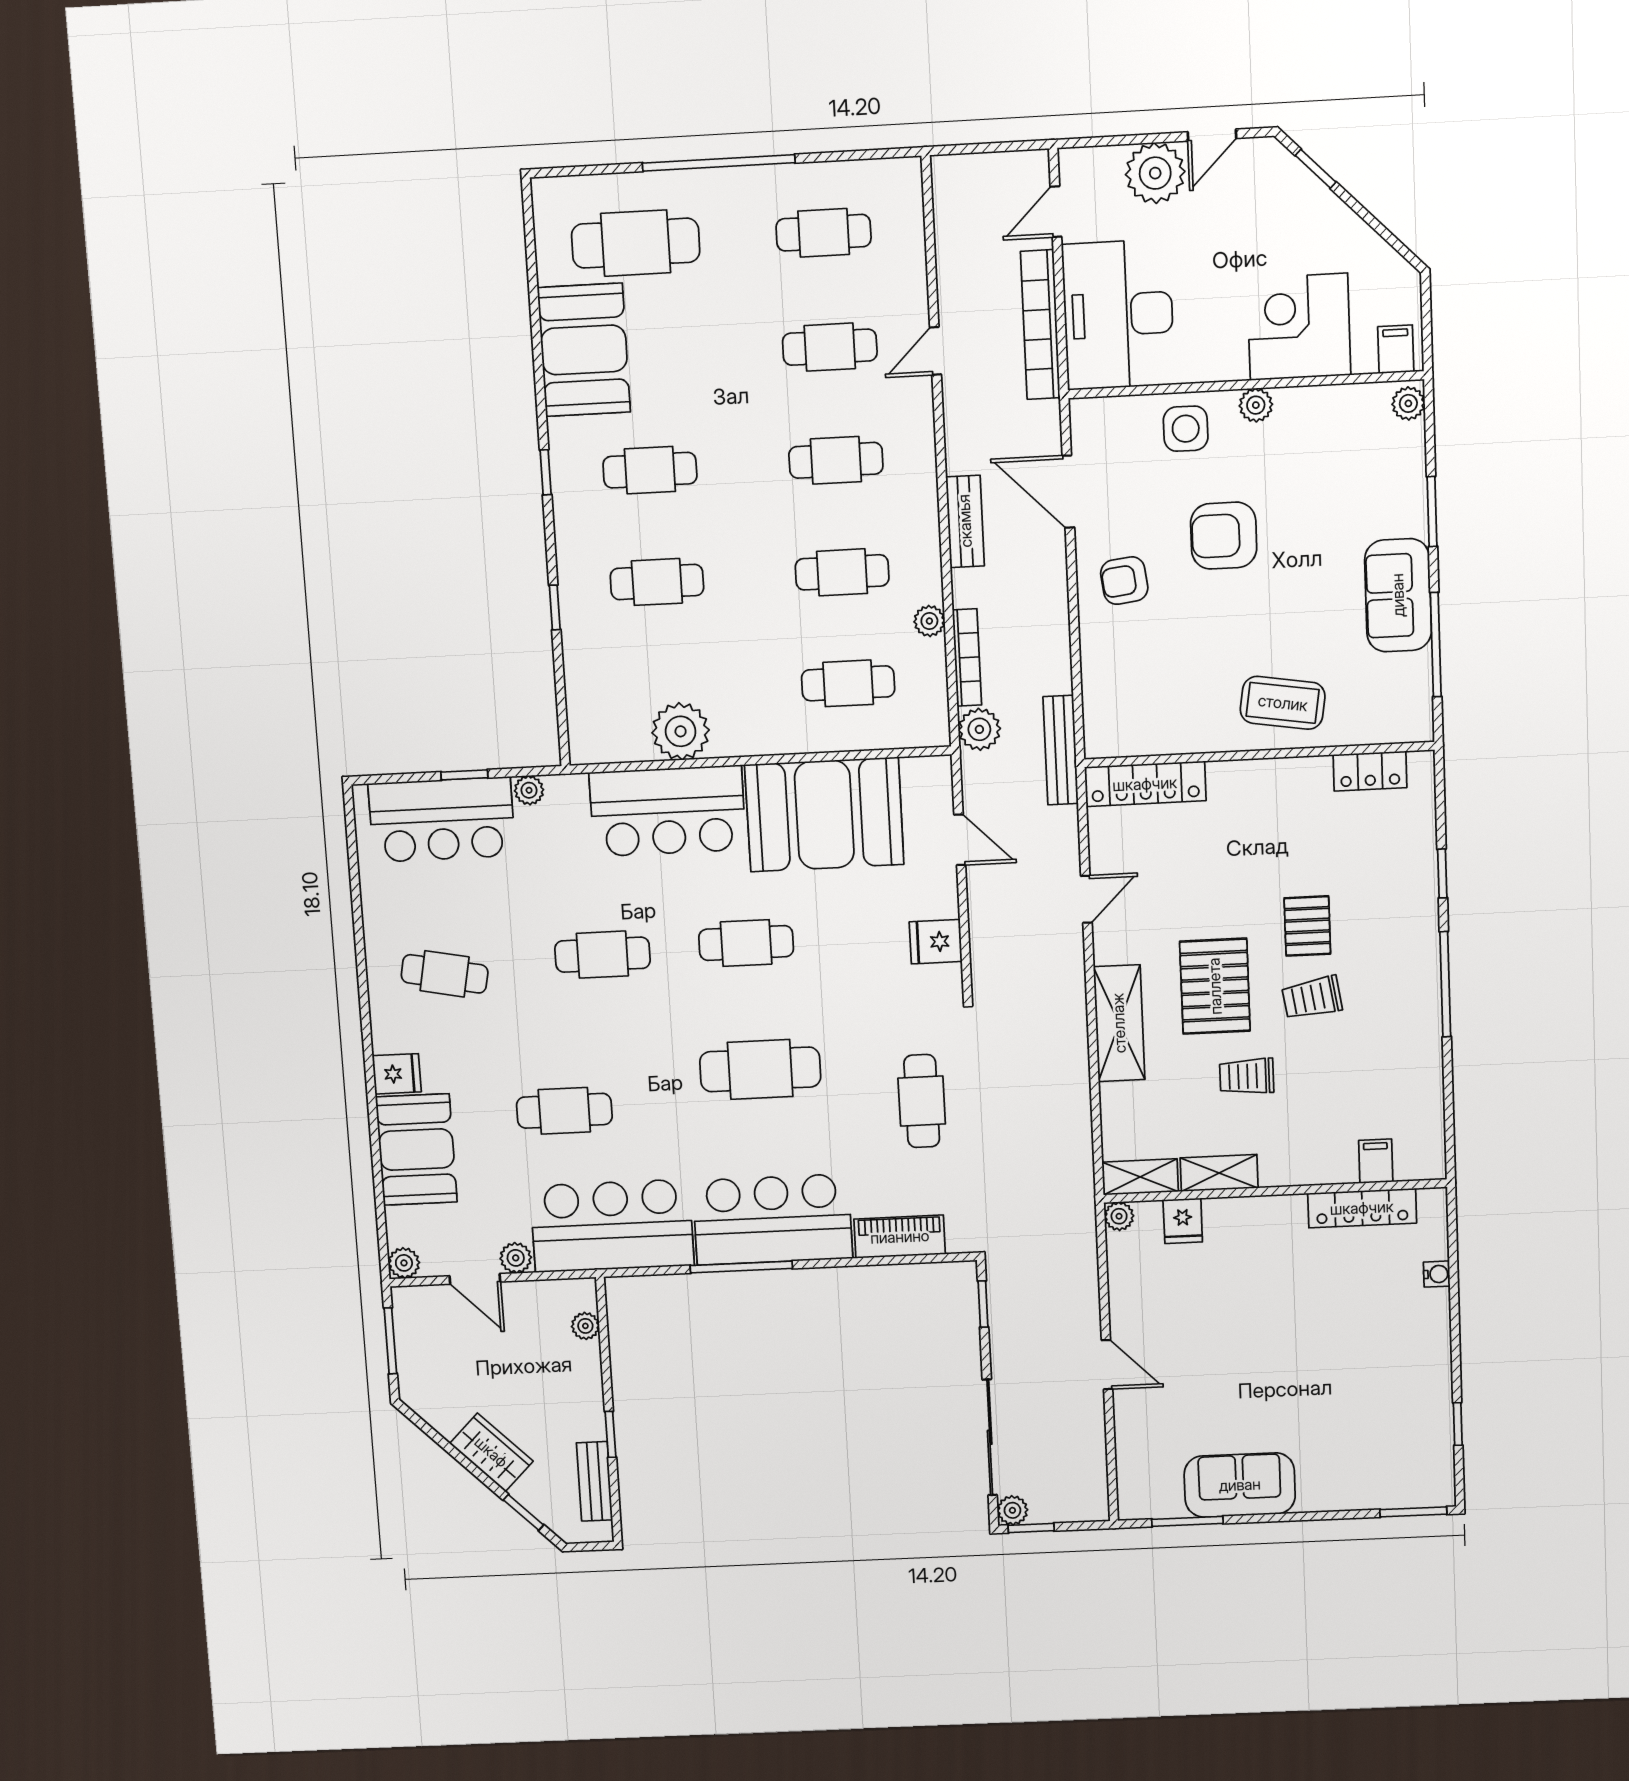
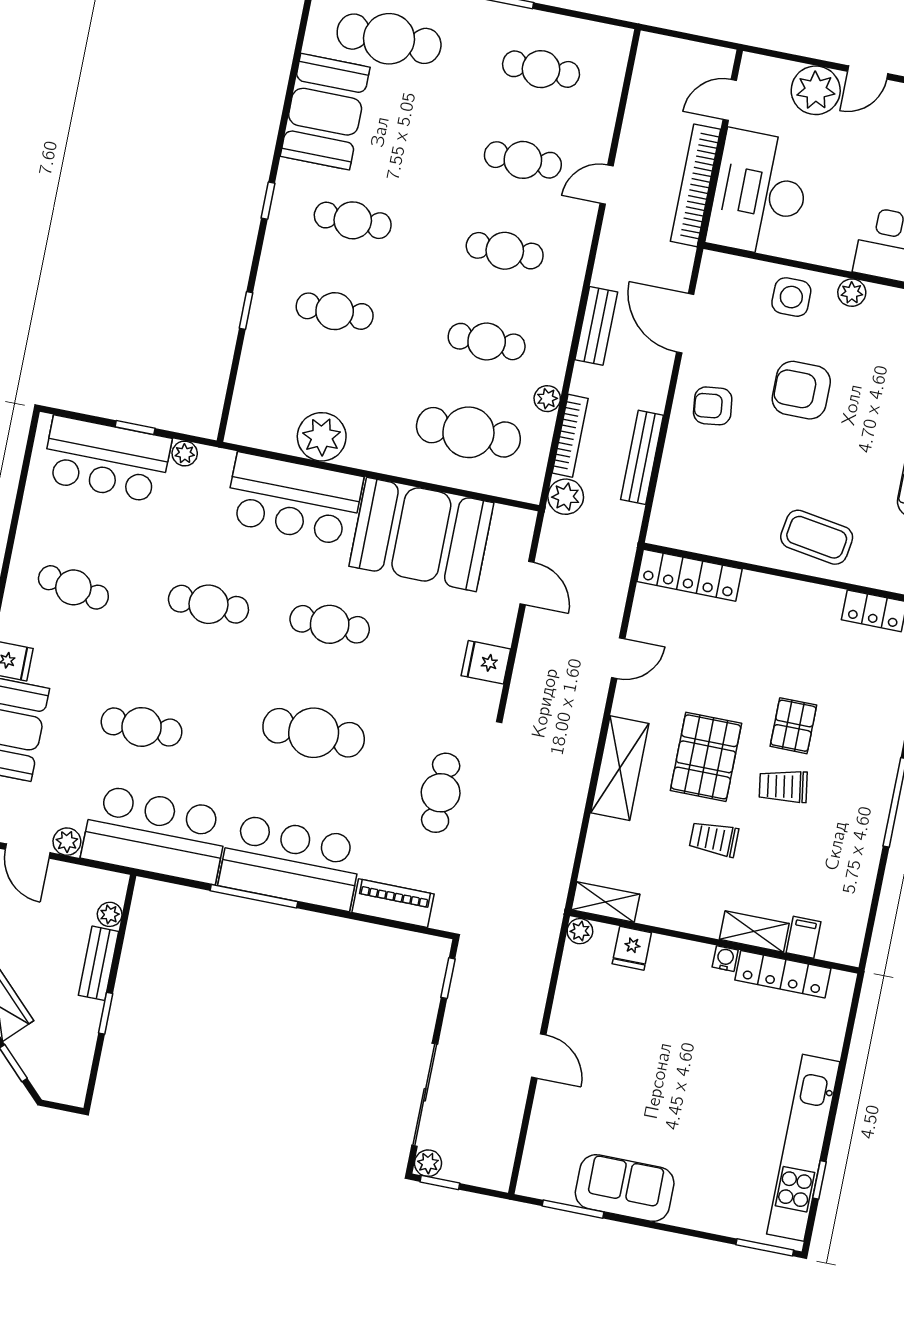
cafe table: (848, 683) -> (468, 432), width x1.37, depth x1.35
bench: (1061, 750) -> (642, 457), moved
shelving: (1219, 1173) -> (754, 931), moved
water cooler: (1437, 1274) -> (725, 959), moved, turned -90
kitchen unit: (1431, 1393) -> (803, 1148), added
bench: (594, 1481) -> (99, 963), moved

